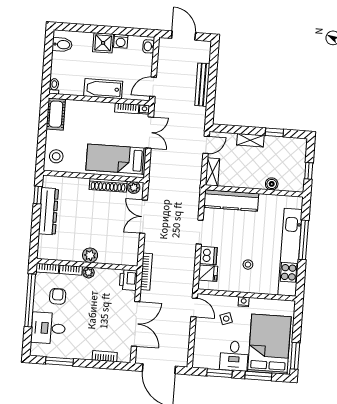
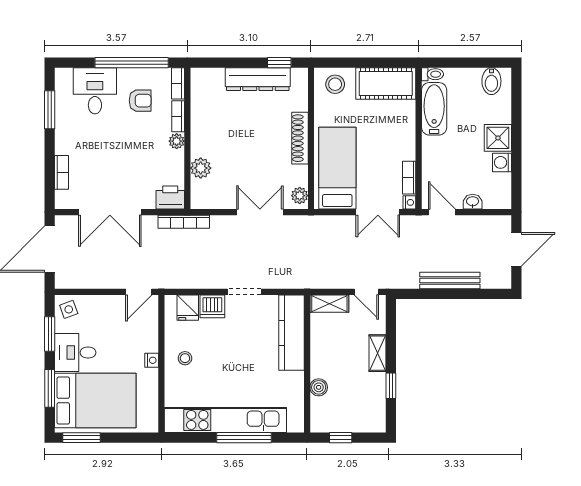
washbasin: (149, 46) -> (473, 202), moved
bathtub: (103, 89) -> (434, 109), moved
cot: (56, 114) -> (386, 83), width x1.37, depth x1.34
shoe rack: (108, 185) -> (300, 138), moved
plant: (90, 255) -> (201, 168), moved
stool: (248, 265) -> (185, 358), moved
side table: (226, 319) -> (69, 309), moved

